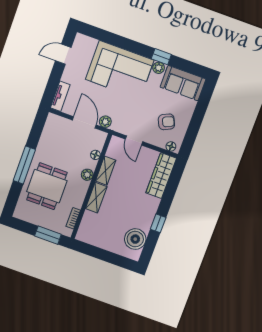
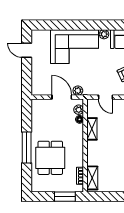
door: (63, 54) -> (27, 50), hinge flipped
window: (161, 57) -> (103, 25), removed
tv unit: (60, 96) -> (36, 84), removed
plant: (87, 175) -> (79, 110), moved
shelving: (96, 198) -> (92, 178), moved

